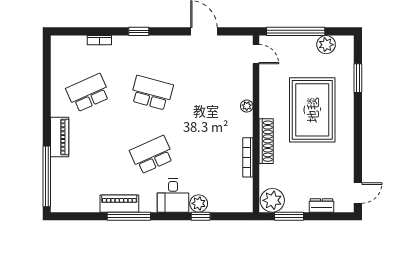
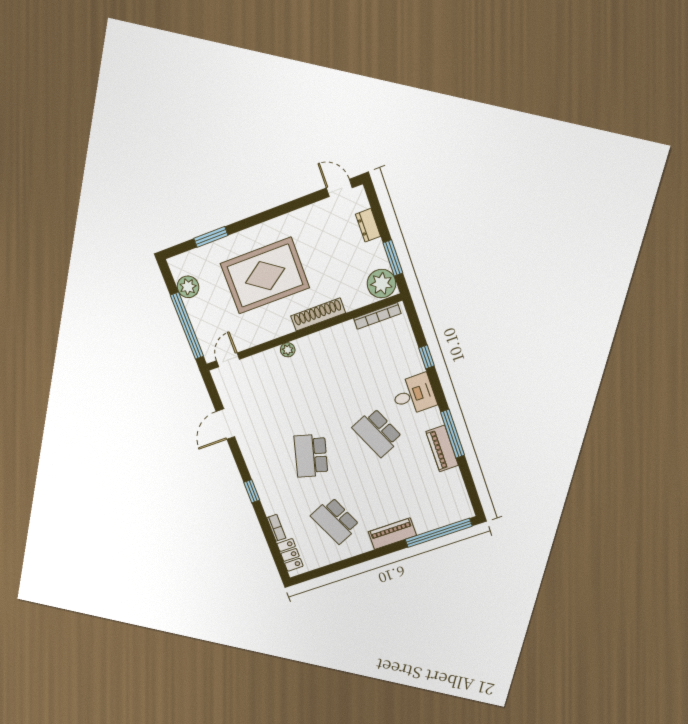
locker: (71, 43) -> (290, 555), added
bookcase: (248, 157) -> (377, 316), moved
plant: (199, 203) -> (413, 364), removed

